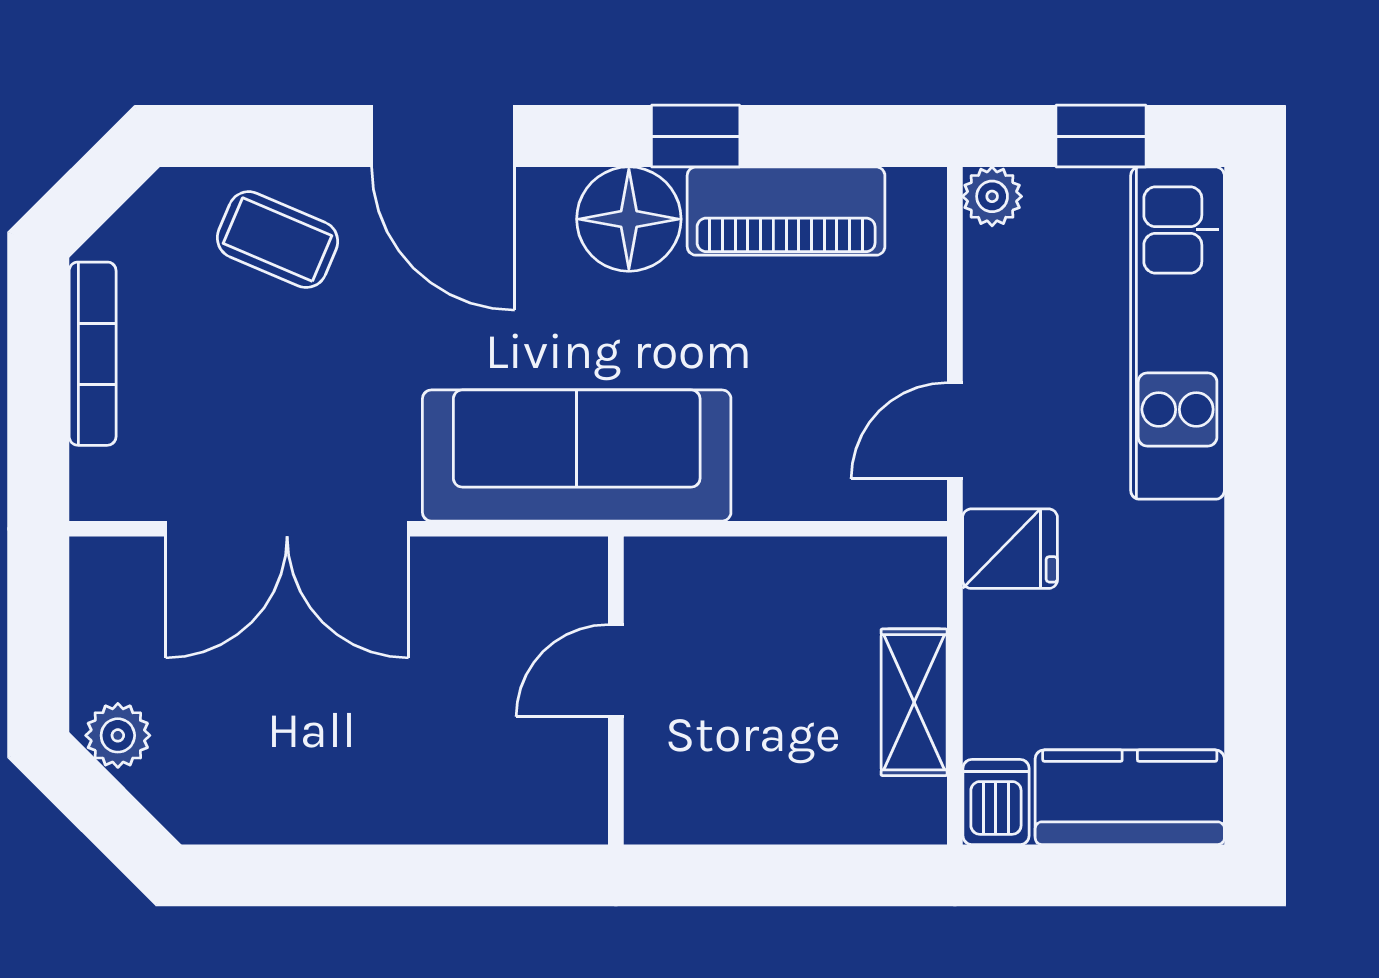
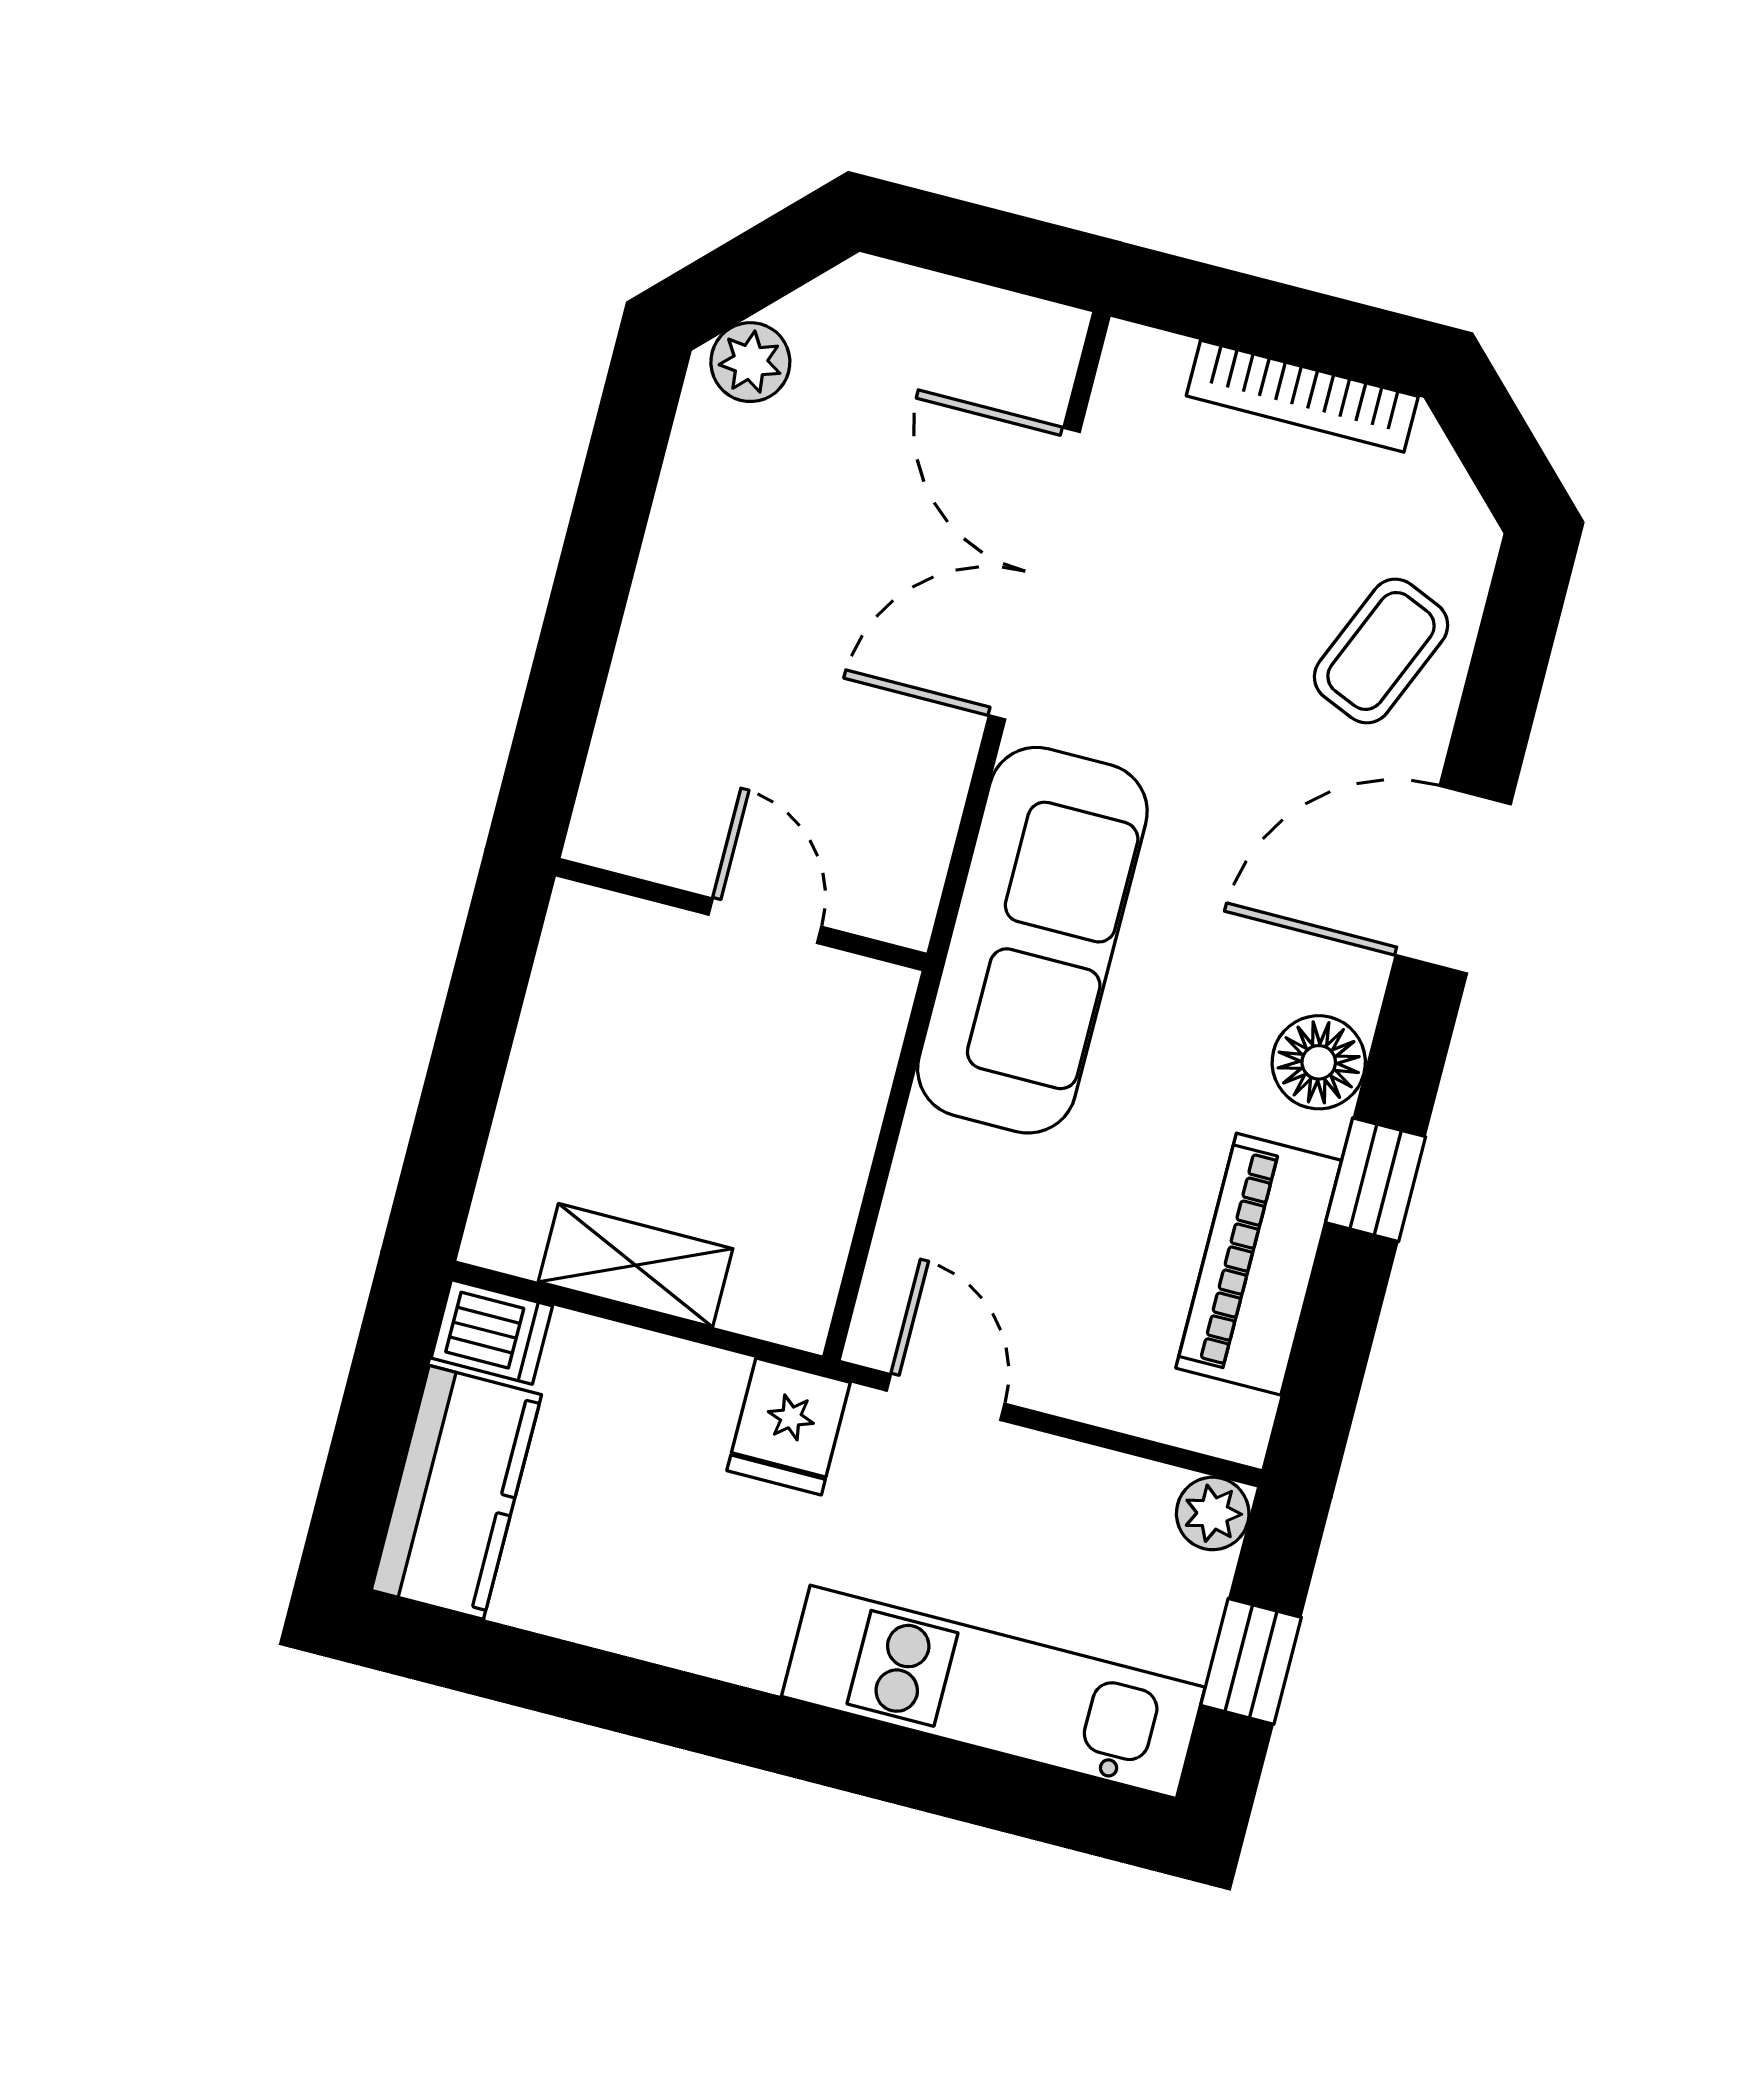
floor lamp: (629, 219) -> (1319, 1062), width x0.73, depth x0.73
plant: (118, 735) -> (750, 362), moved

